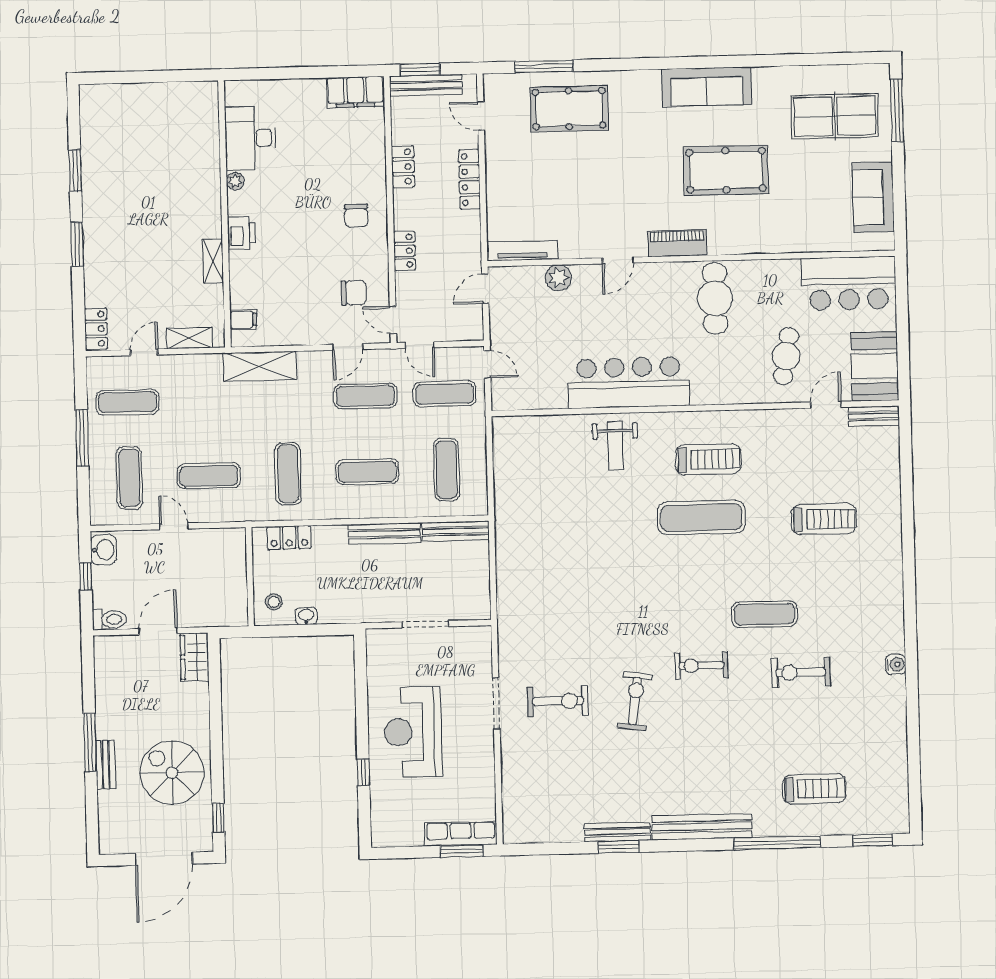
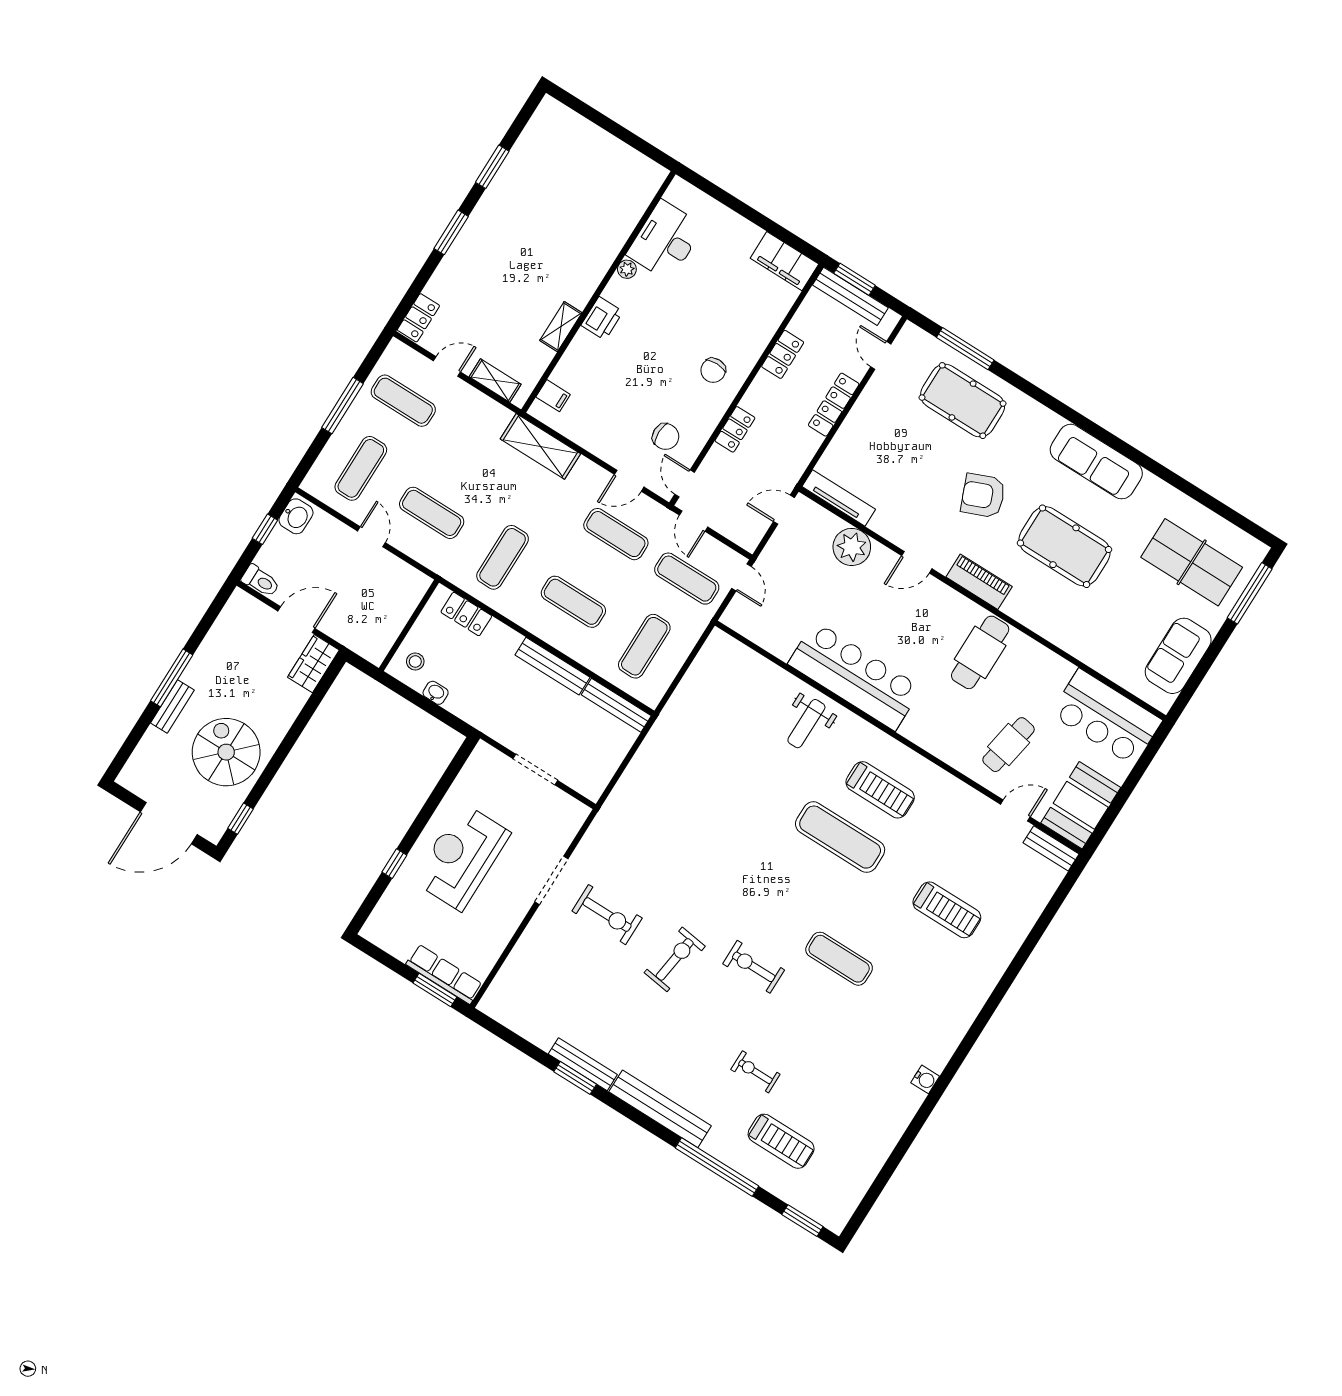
armchair: (635, 173) -> (983, 496), added
plant: (558, 278) -> (852, 547), width x1.36, depth x1.36
exercise bike: (801, 672) -> (755, 1072), moved, width x0.73, depth x0.72

